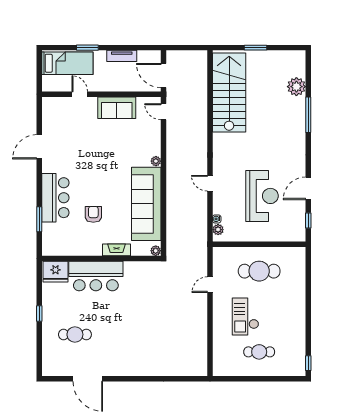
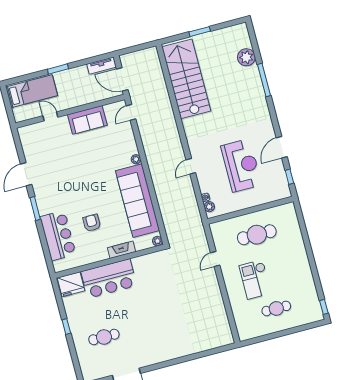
window: (87, 48) -> (58, 69), moved
tv unit: (122, 56) -> (102, 66), moved
door: (163, 112) -> (131, 112), hinge flipped
door: (210, 183) -> (191, 166), hinge flipped
bar counter: (55, 198) -> (58, 236), moved
window: (39, 219) -> (35, 209), moved

